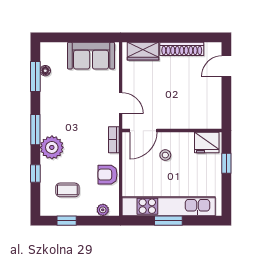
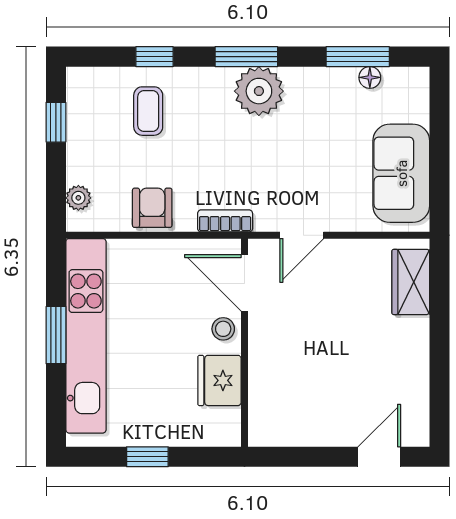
shoe rack: (182, 49) -> (415, 363), removed
door: (226, 66) -> (379, 457), hinge flipped
fridge: (207, 142) -> (219, 380), moved
plant: (52, 147) -> (259, 91), moved
stool: (165, 155) -> (223, 329), moved
window: (226, 163) -> (147, 457), moved
coffee table: (67, 190) -> (148, 111), moved

